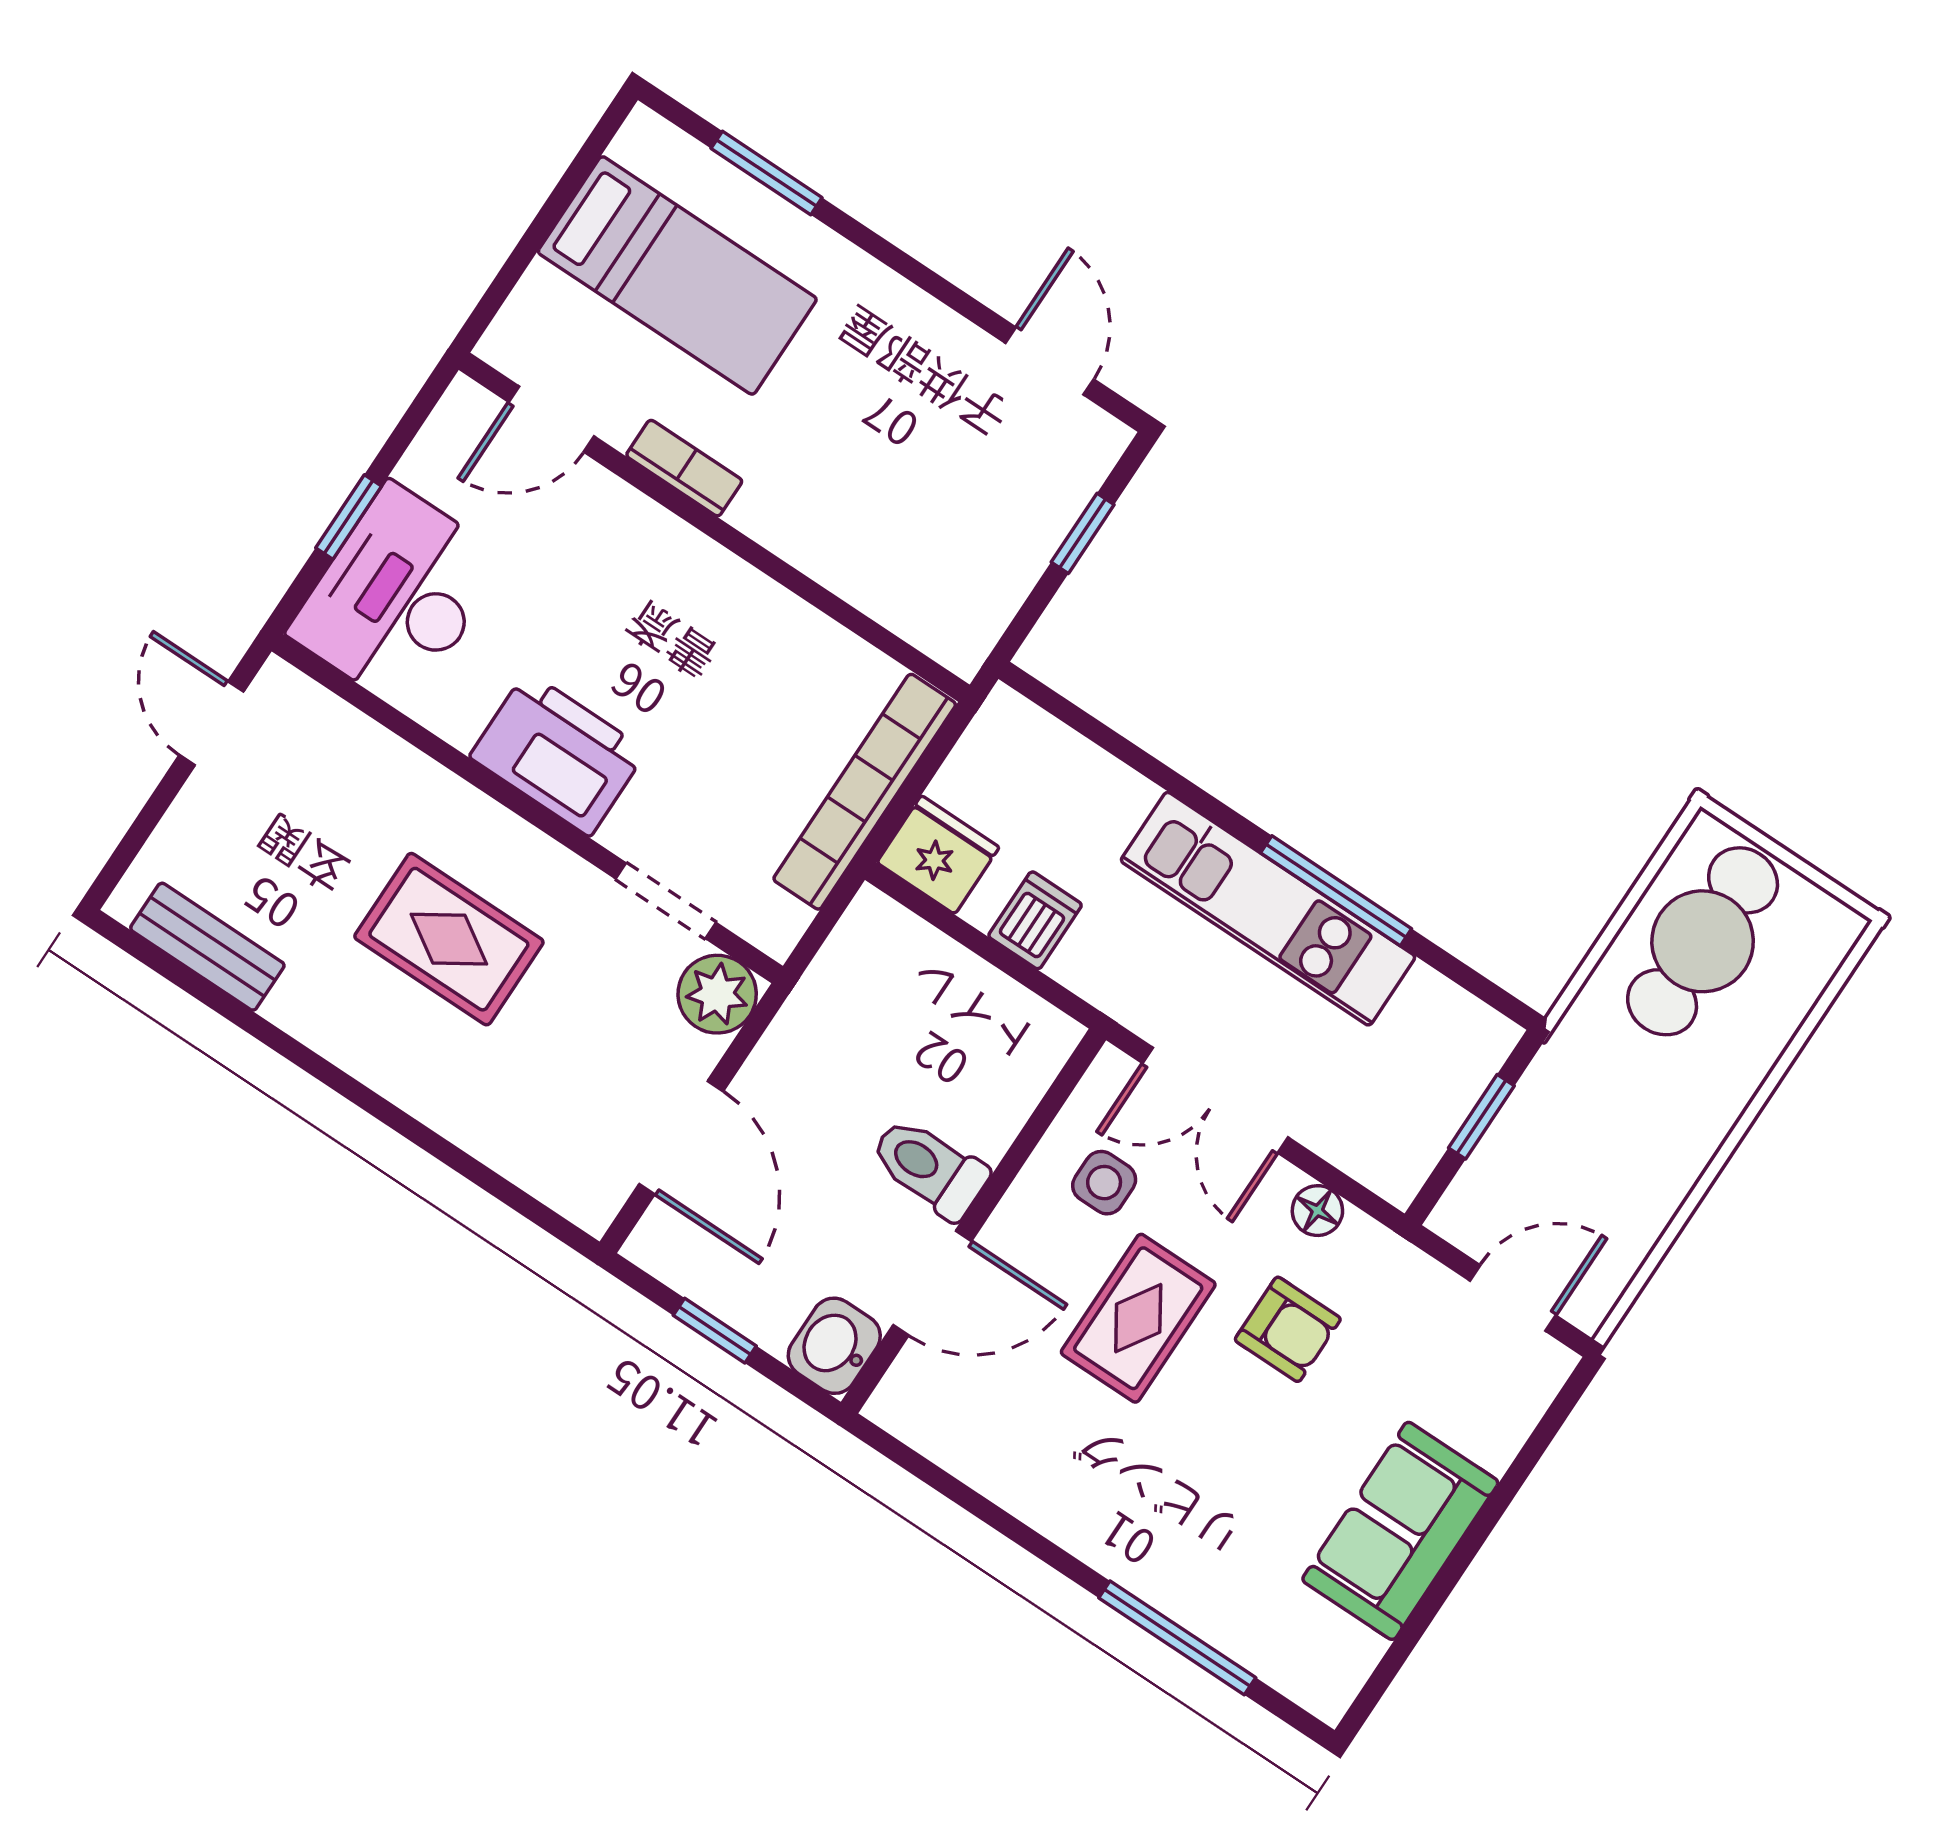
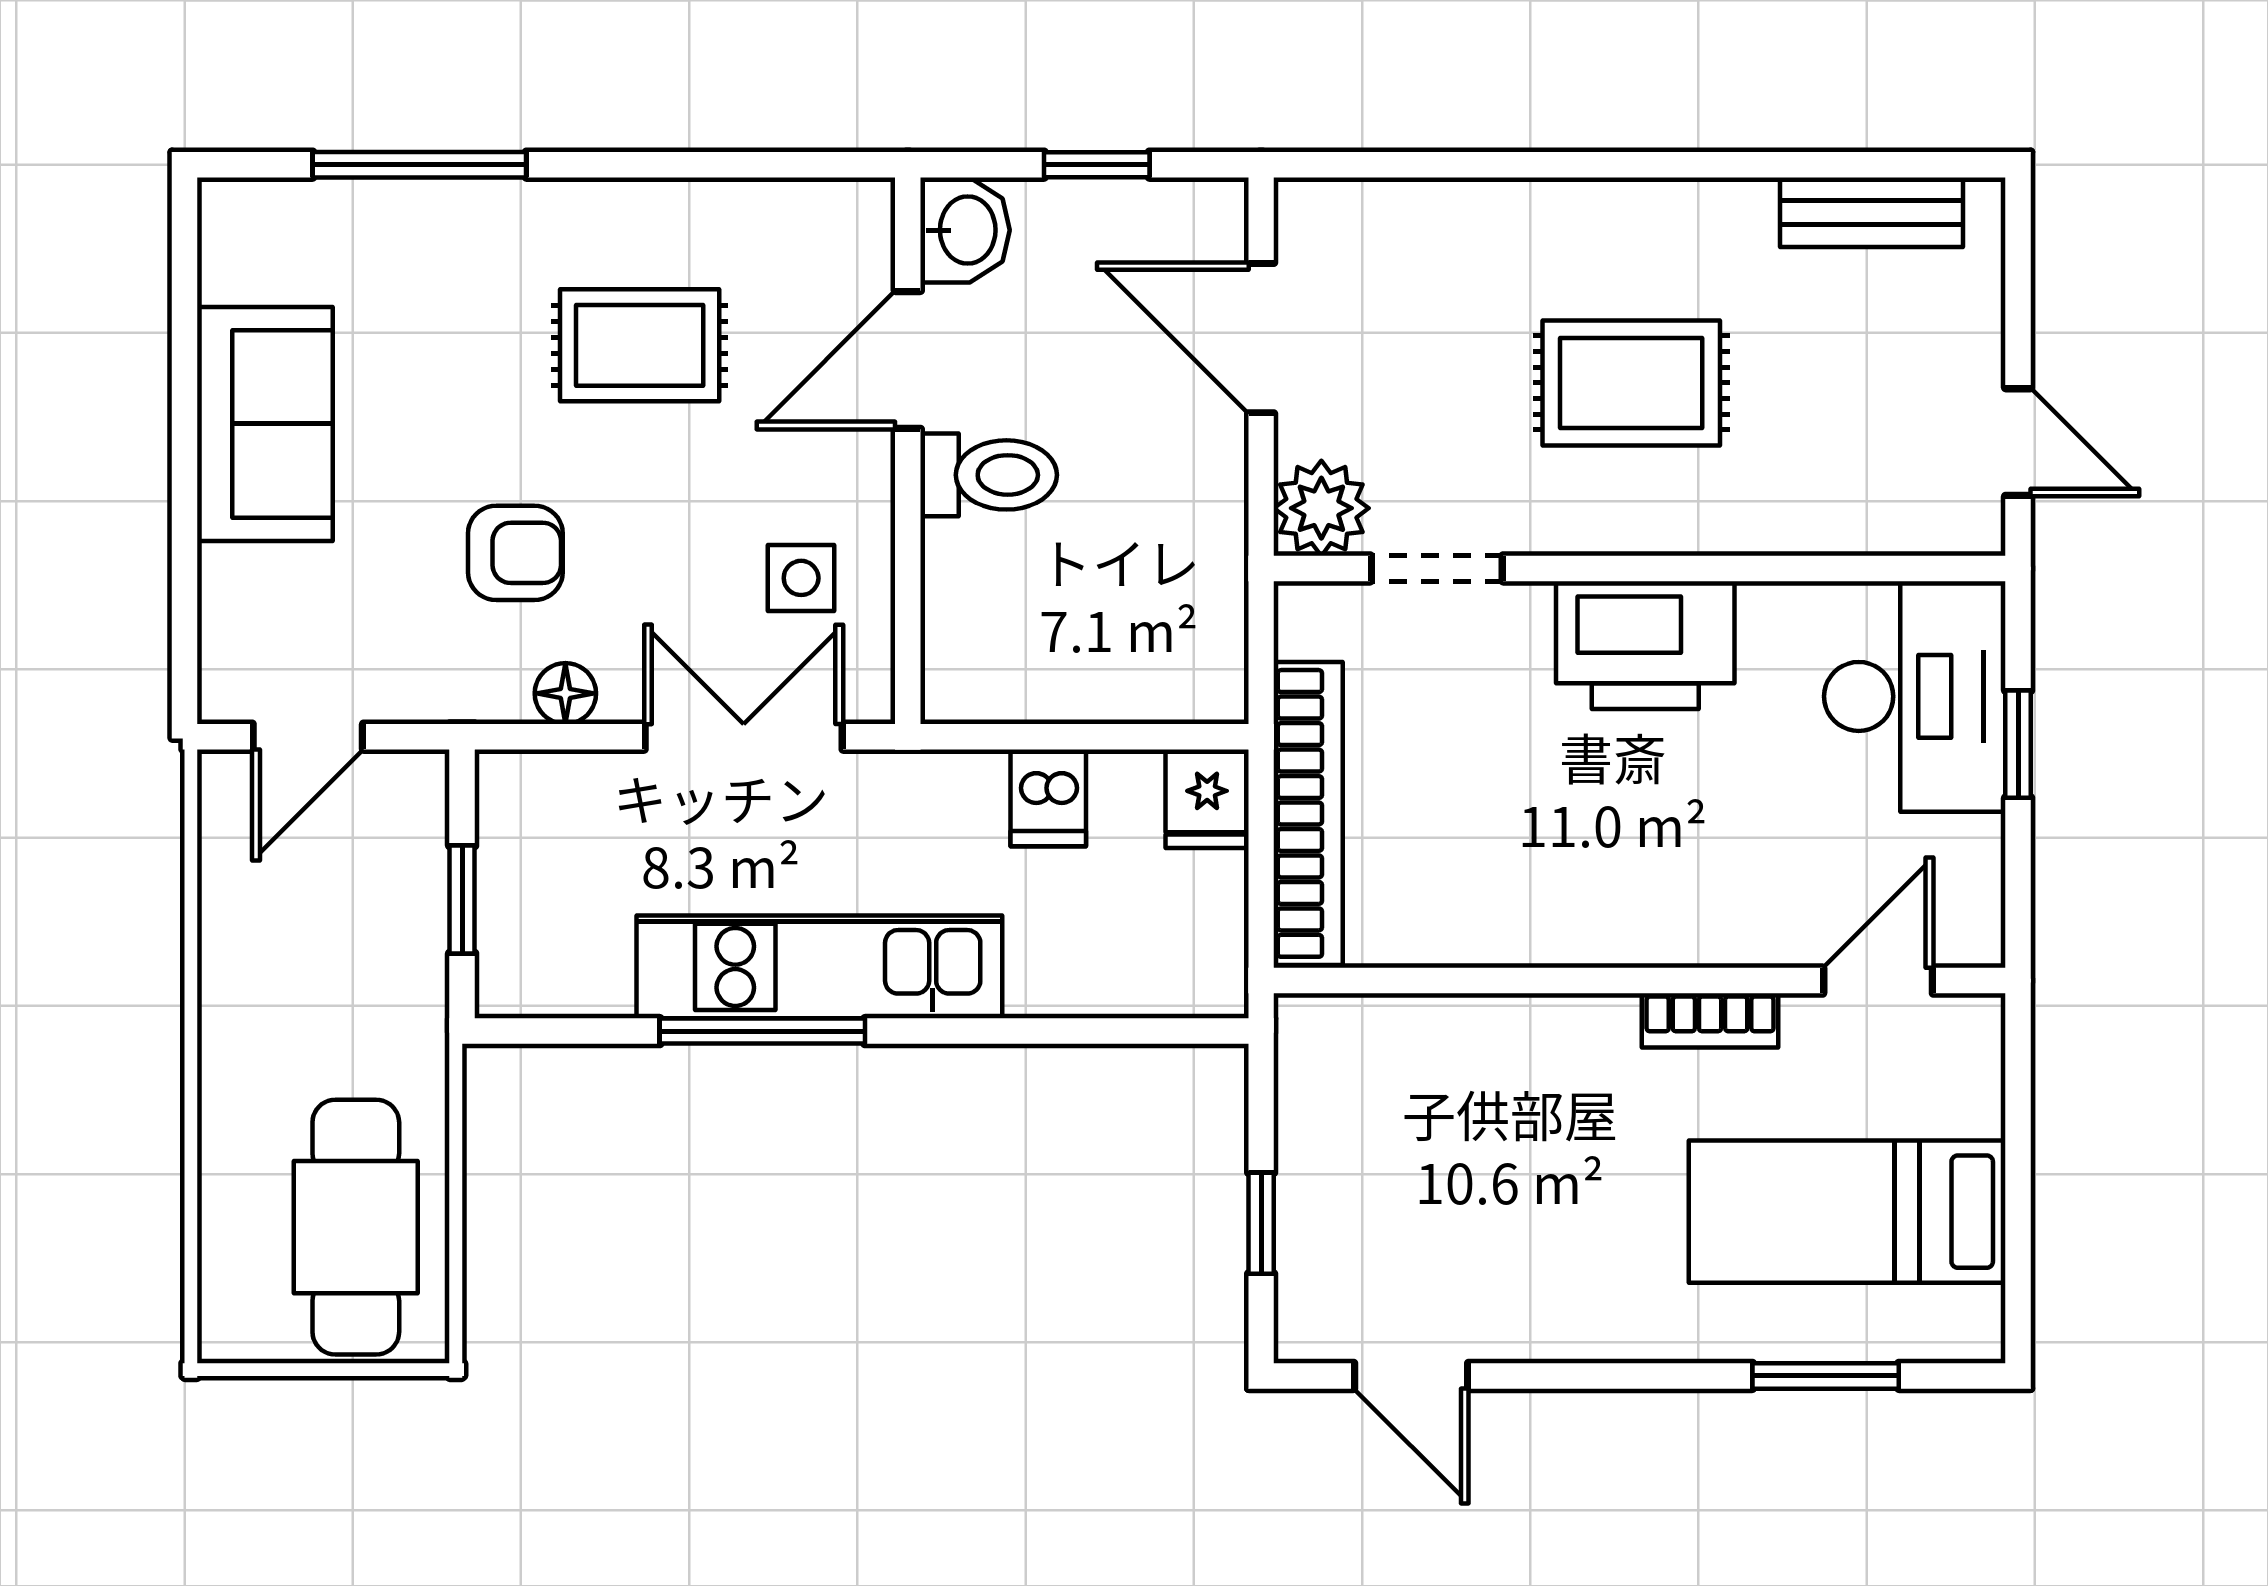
fridge: (938, 855) -> (1207, 799), width x0.72
rug: (1138, 1318) -> (640, 345), moved, turned 90
armchair: (1288, 1329) -> (515, 553), turned 180

